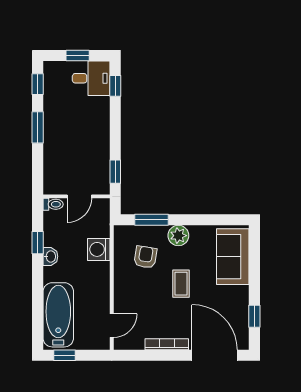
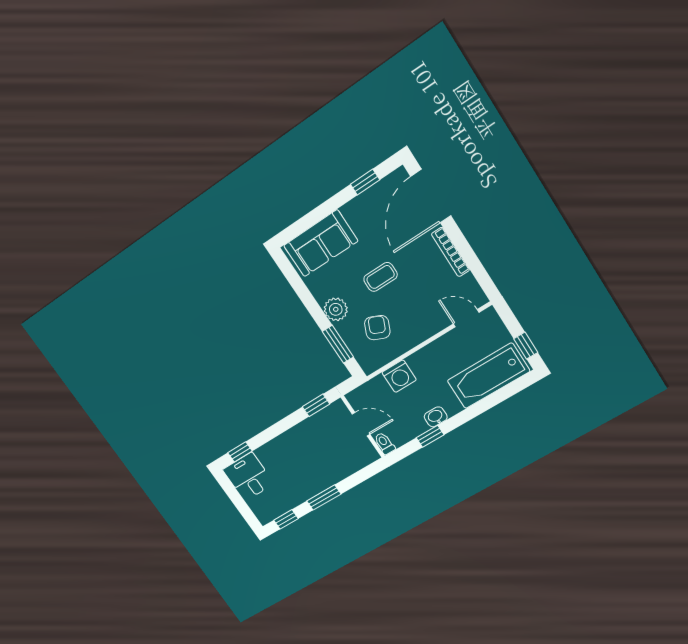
window: (78, 56) -> (237, 500), removed
armchair: (145, 257) -> (377, 328), turned 105

